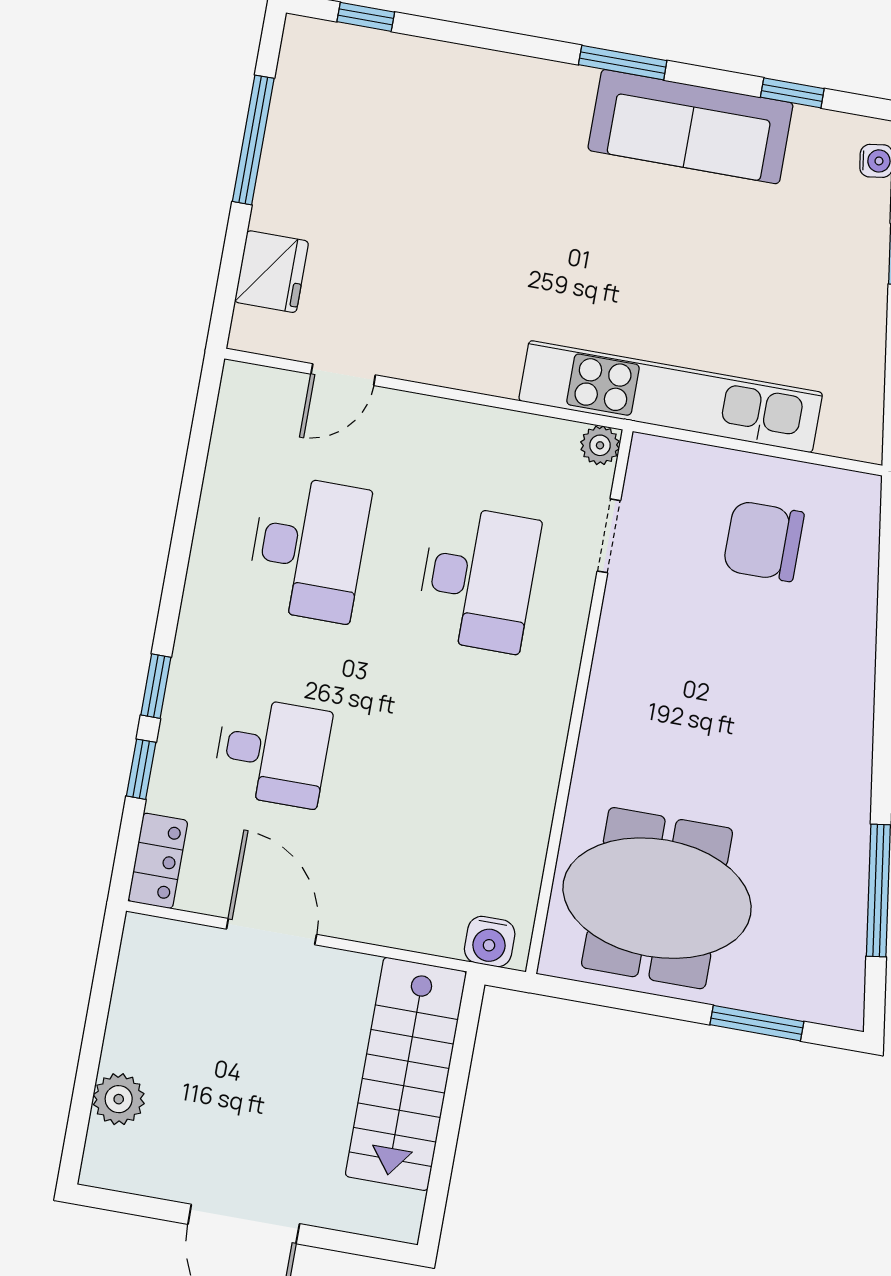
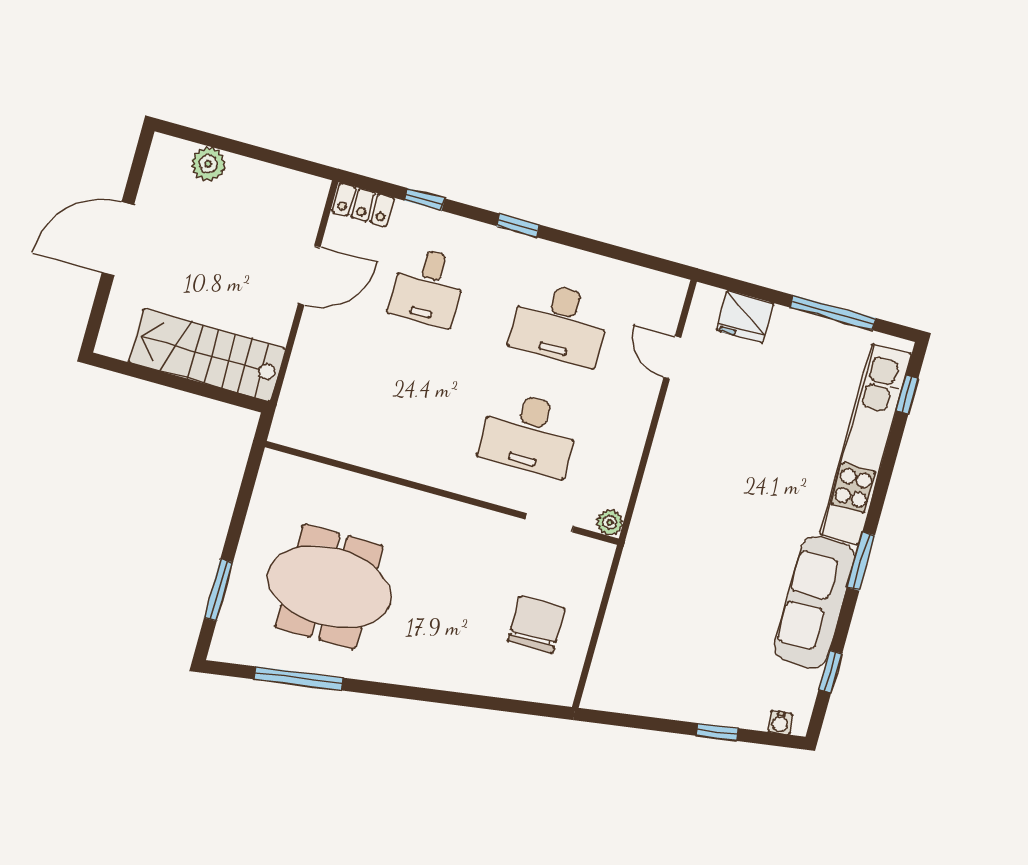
kitchen unit: (671, 397) -> (865, 444), moved, turned 180
window: (156, 686) -> (518, 225), moved
meeting table: (657, 898) -> (329, 587), moved, turned 90
water cooler: (490, 942) -> (289, 419), removed

